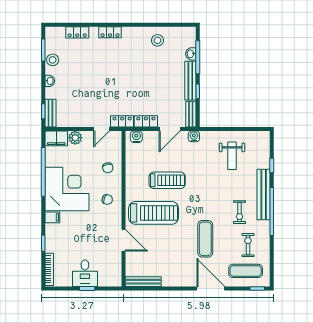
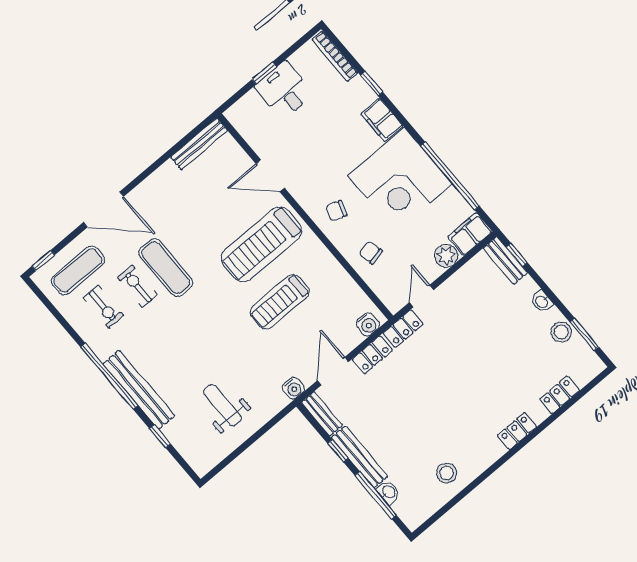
exercise bike: (239, 212) -> (137, 286), moved
filing cabinet: (52, 217) -> (382, 120), width x2.00

